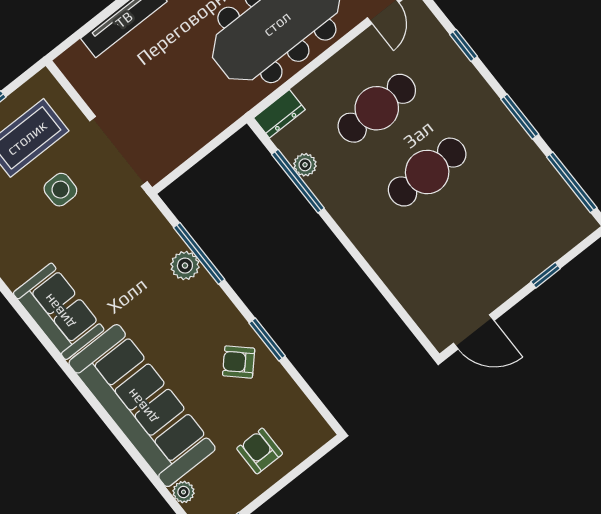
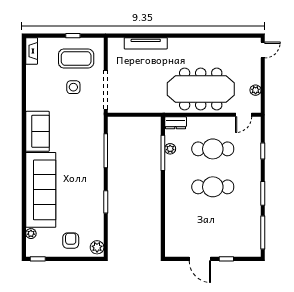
plant: (185, 266) -> (97, 247), moved
door: (474, 332) -> (200, 259), moved
armchair: (239, 362) -> (89, 202), removed

